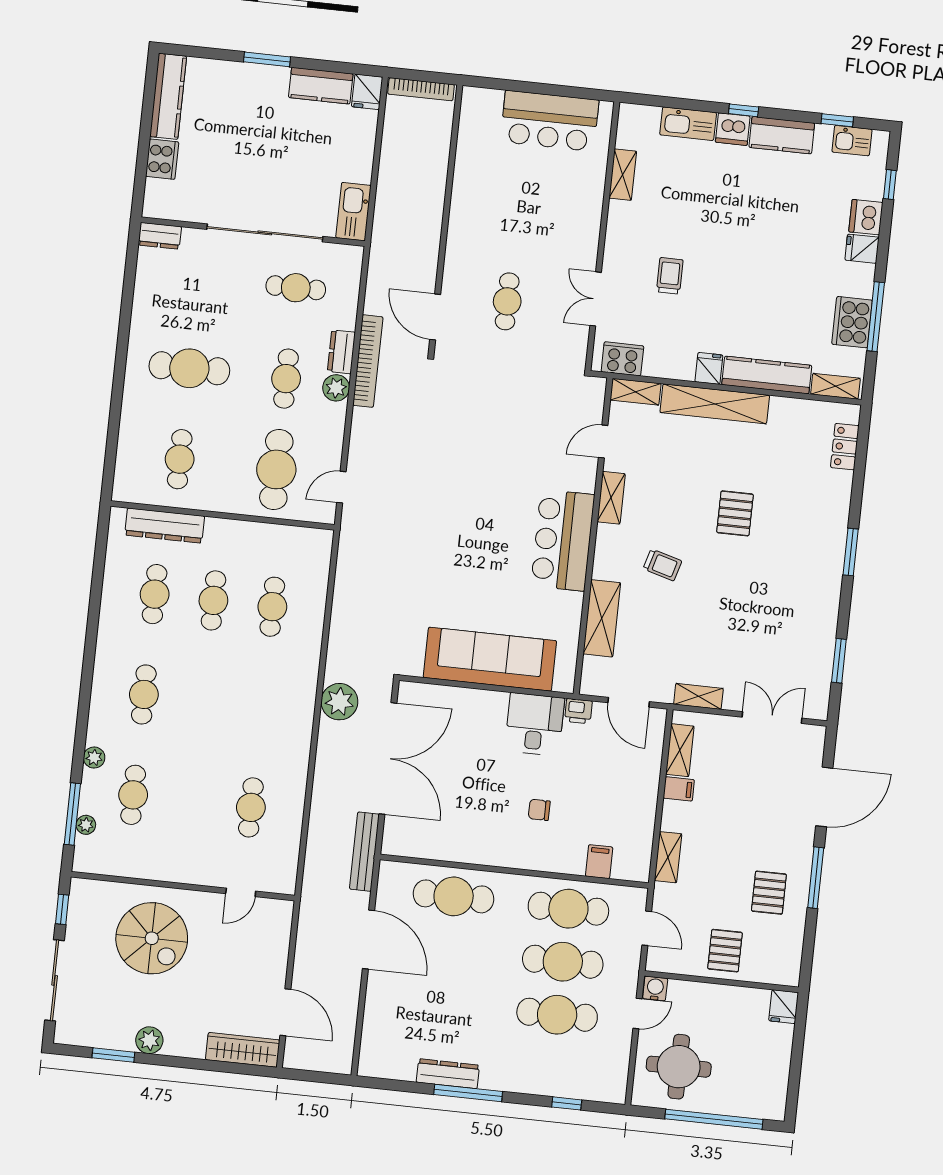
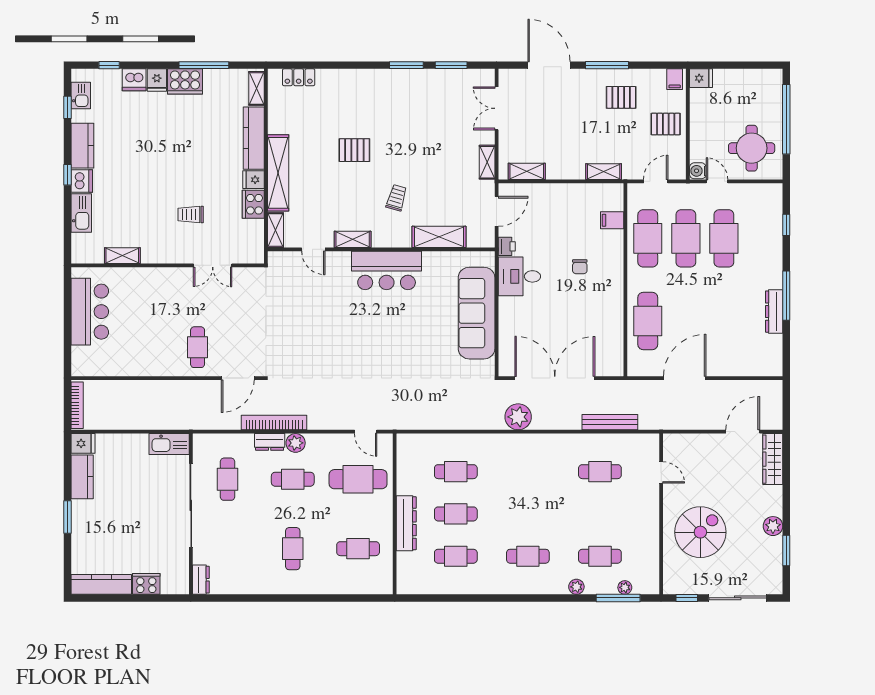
cafe table: (507, 301) -> (198, 347), moved, turned 90
cooker: (852, 322) -> (185, 81), moved
cooker: (622, 359) -> (253, 204), moved
cafe table: (189, 368) -> (293, 549), width x0.73, depth x0.74
dresser: (165, 526) -> (406, 523), moved
window: (851, 552) -> (406, 65), moved
filing cabinet: (679, 789) -> (675, 79), moved, turned 180
bench: (364, 852) -> (610, 422), moved

